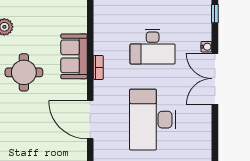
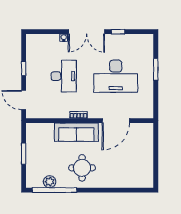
window: (215, 14) -> (118, 32), moved
sofa: (74, 56) -> (76, 132), width x1.36

